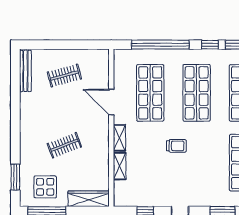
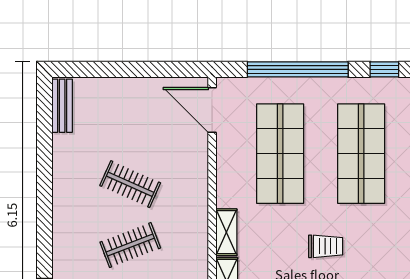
bench: (25, 71) -> (62, 106), width x0.73
clothes rail: (64, 75) -> (130, 184), moved, turned 39
door: (111, 102) -> (212, 110), moved

